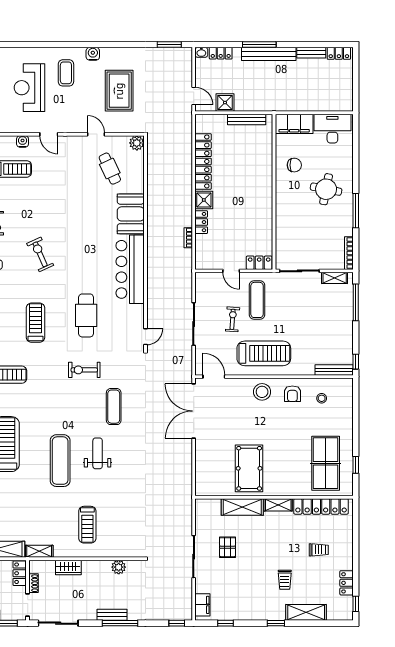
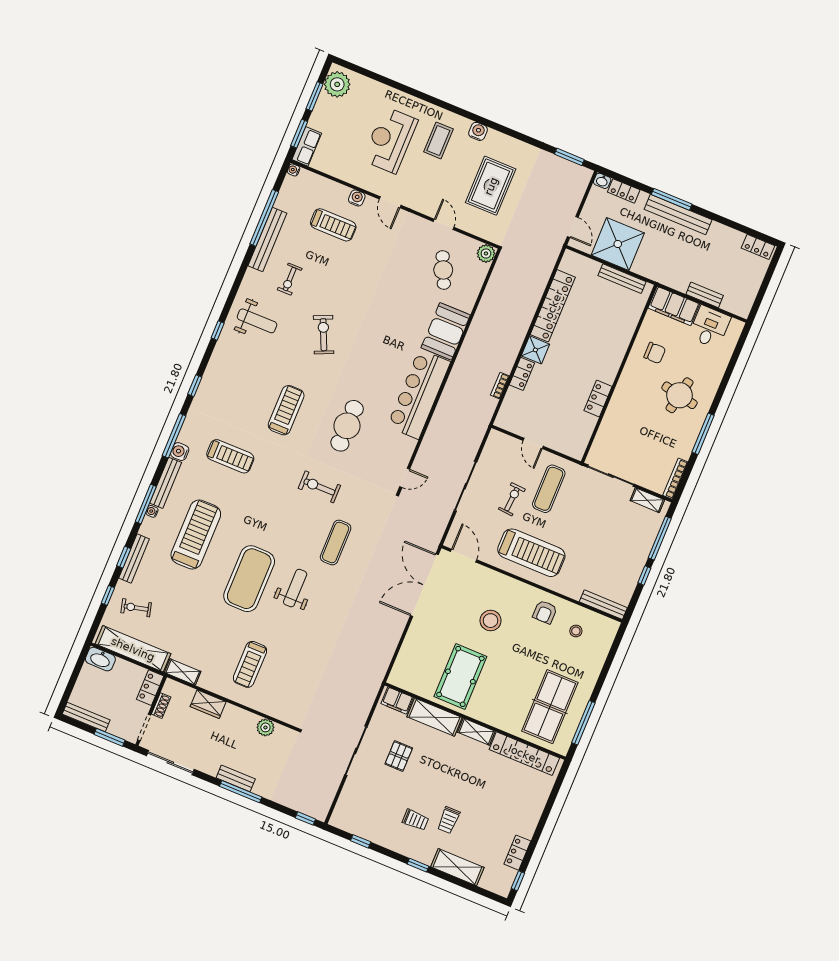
bench: (311, 53) -> (705, 295), moved
shower: (225, 103) -> (618, 244), width x1.86, depth x1.86
desk: (332, 129) -> (710, 327), width x0.73
locker: (259, 263) -> (598, 399), moved, turned -90
window: (356, 362) -> (644, 575), moved
stool: (262, 392) -> (491, 621), moved
exercise mat: (60, 461) -> (249, 579), width x1.47
window: (356, 465) -> (583, 723), width x2.17
trolley: (319, 550) -> (415, 820), moved
filing cabinet: (202, 605) -> (397, 700), moved, turned 90

